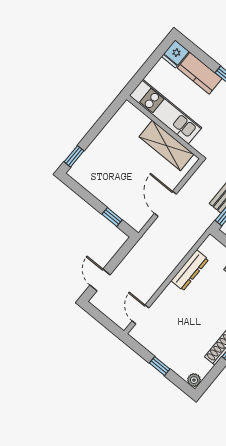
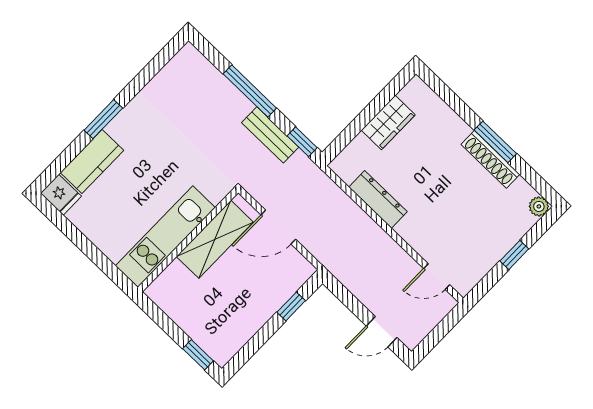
kitchen unit: (165, 112) -> (165, 237), moved
wall: (164, 127) -> (188, 240), moved
shelving: (166, 145) -> (215, 239), moved

